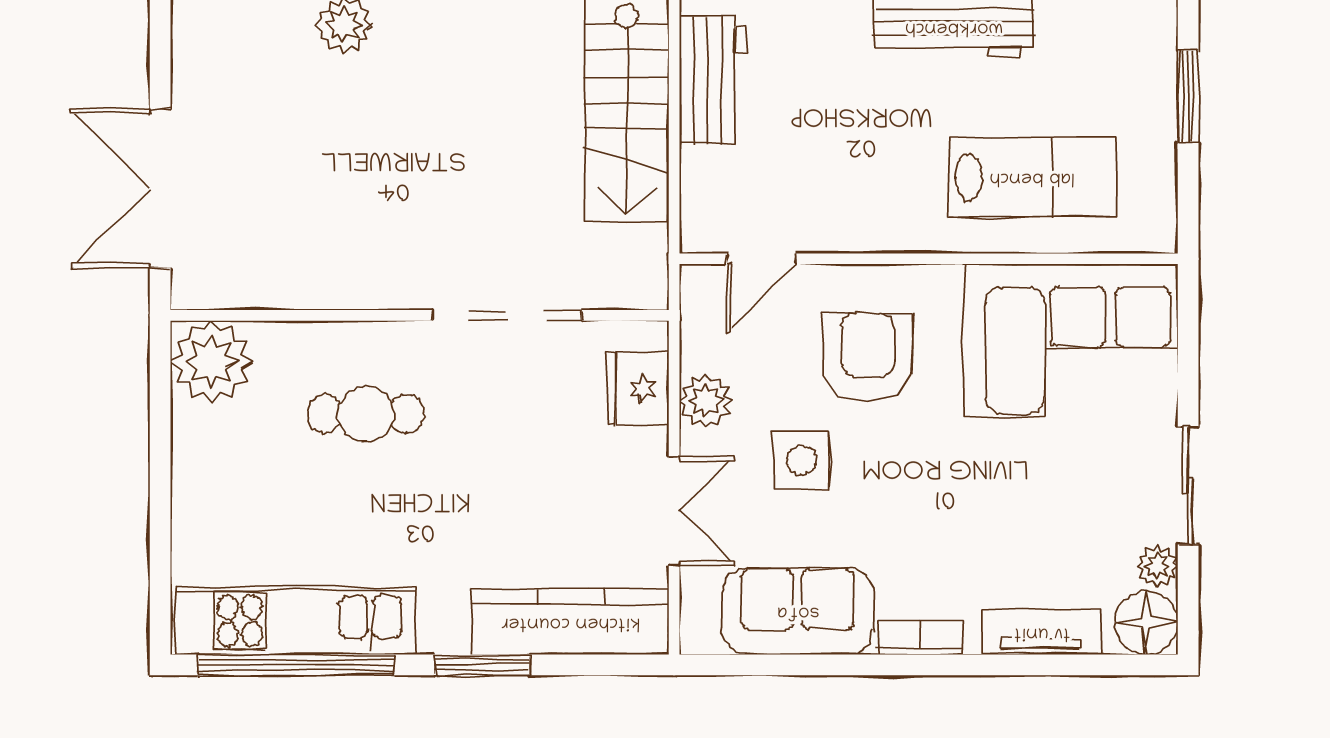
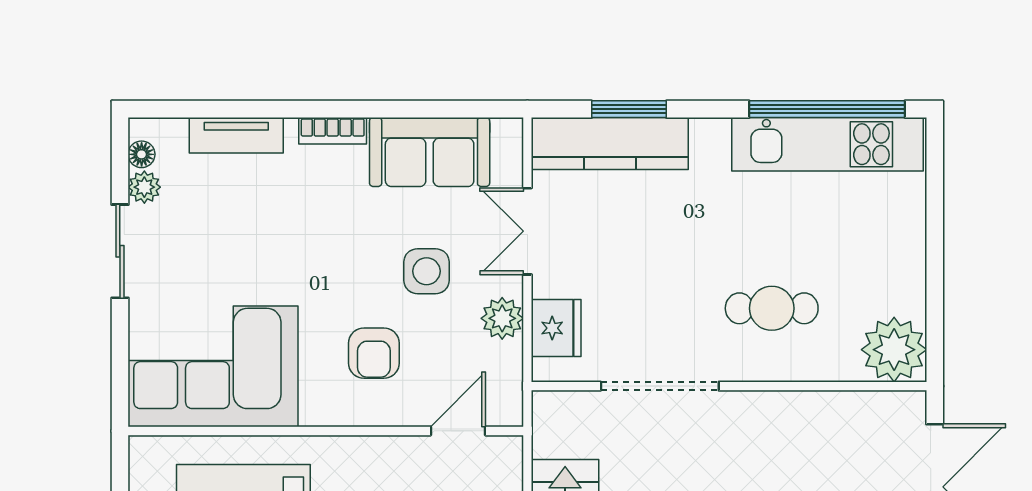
armchair: (868, 357) -> (374, 353), width x0.72, depth x0.72
floor lamp: (1146, 623) -> (142, 154), width x0.53, depth x0.53
window: (482, 665) -> (629, 109), moved

